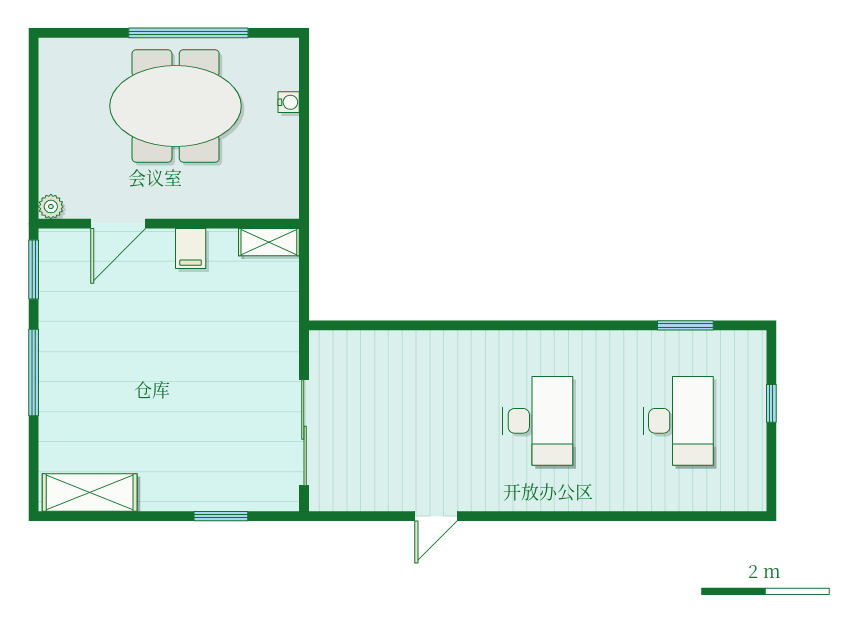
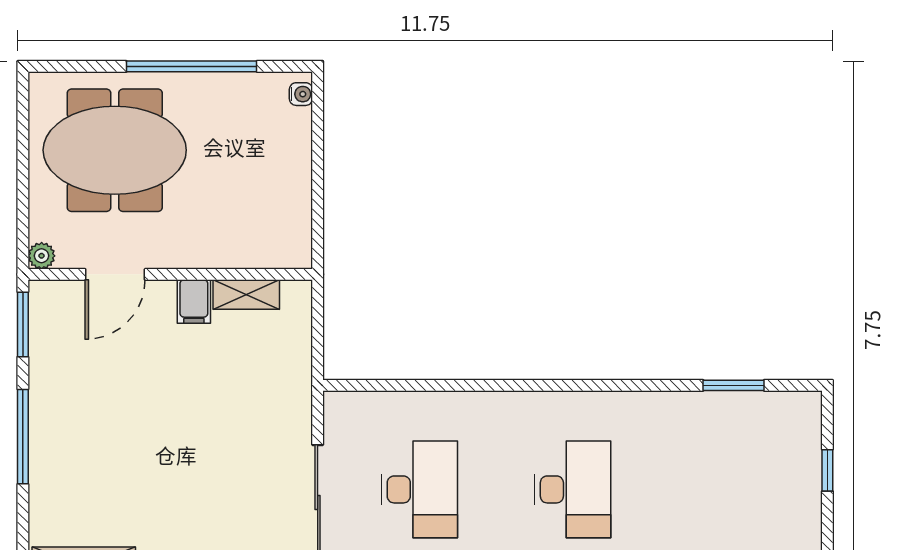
water cooler: (289, 102) -> (301, 94), moved
meeting table: (176, 106) -> (115, 150), moved
shelving: (269, 242) -> (246, 295), moved
desk: (678, 421) -> (419, 489), moved

